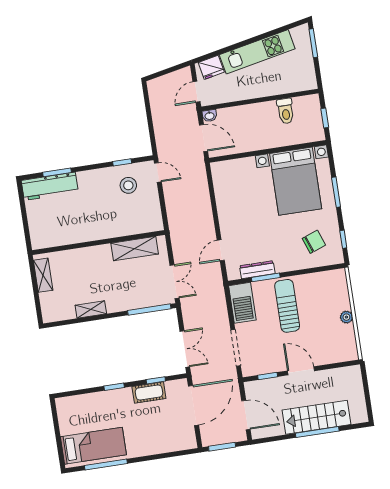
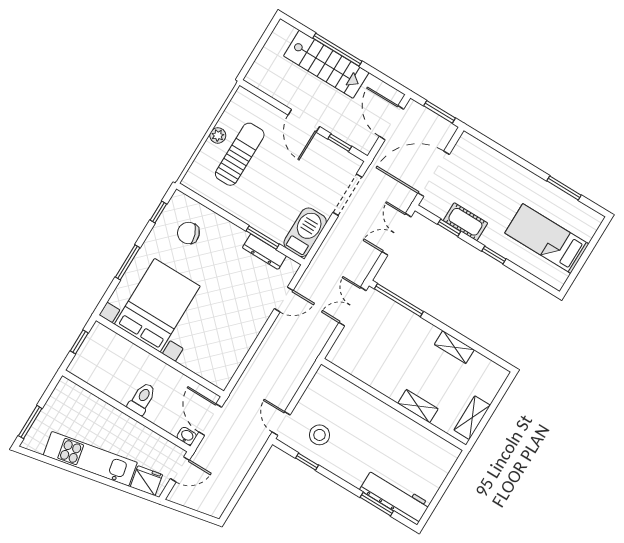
toilet: (286, 111) -> (142, 399), moved
shelving: (135, 249) -> (418, 406), moved, width x0.67, depth x0.75
sun lounger: (287, 306) -> (240, 154), moved, turned 180
bed: (93, 446) -> (547, 239), moved
window: (106, 464) -> (564, 188), width x0.69

